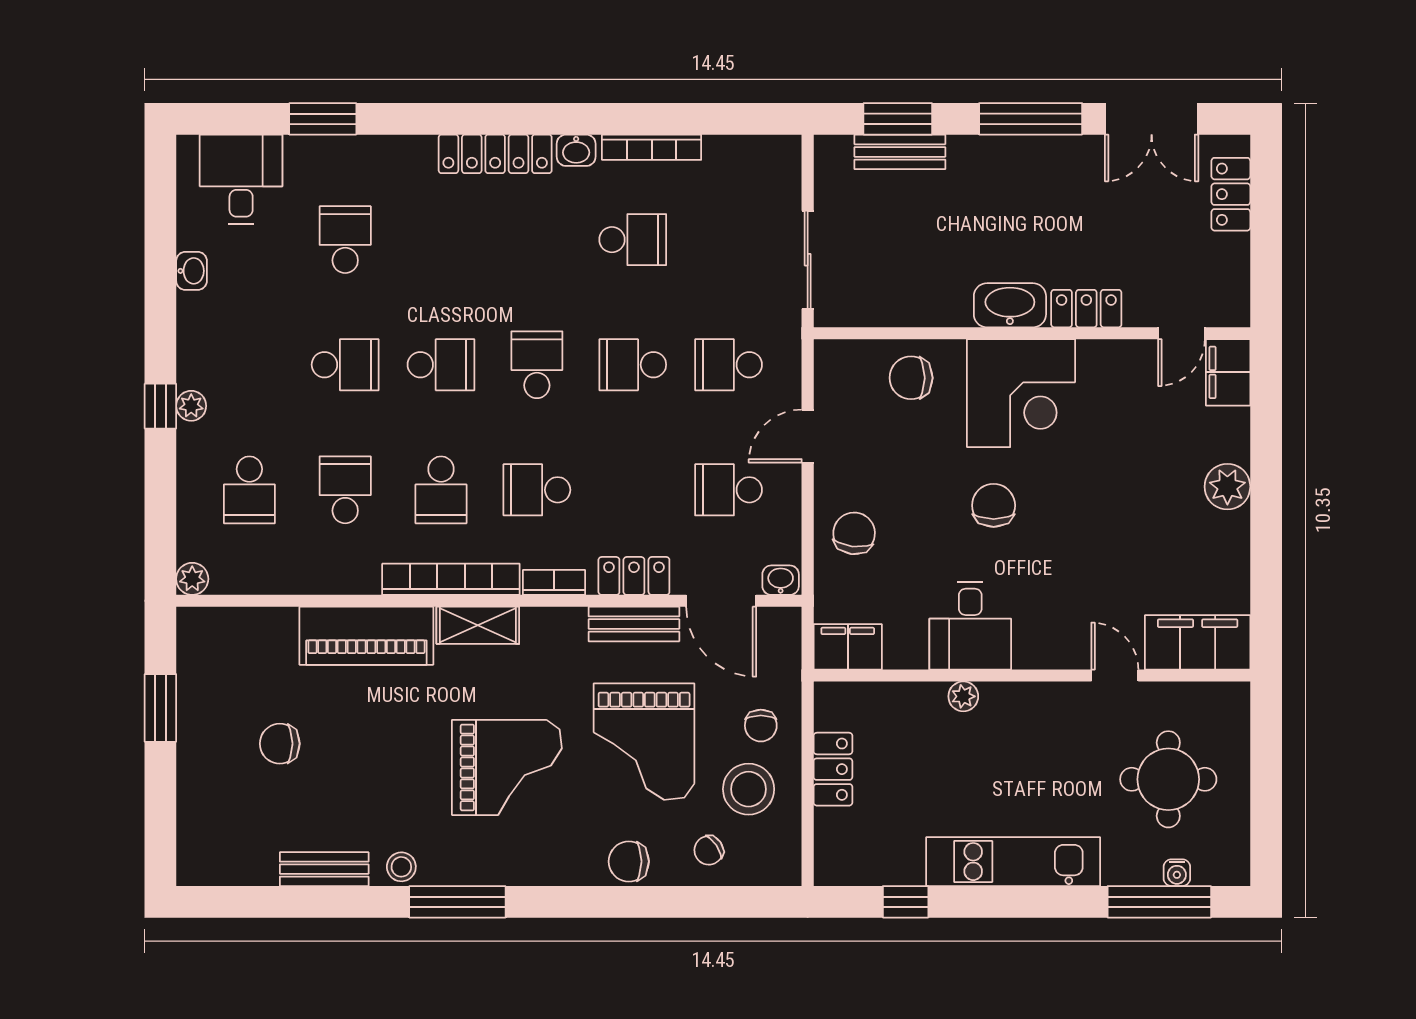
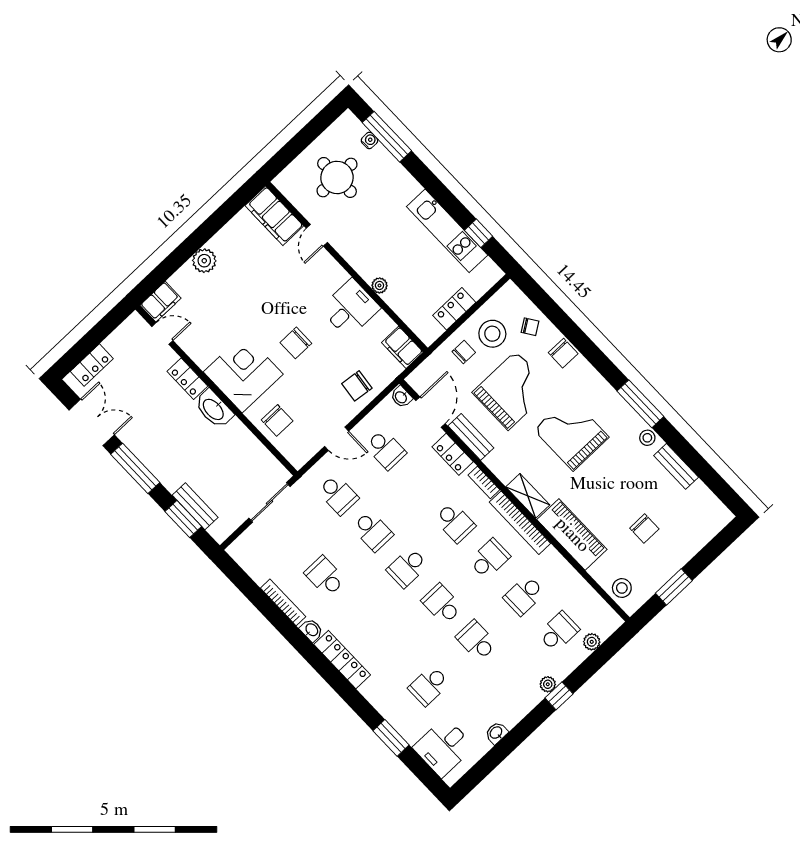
plant: (192, 579) -> (592, 642), moved
stool: (227, 635) -> (622, 588), added
kitchen unit: (1013, 862) -> (447, 231), moved

